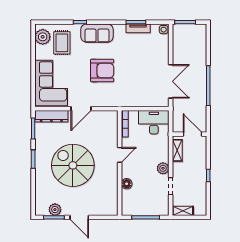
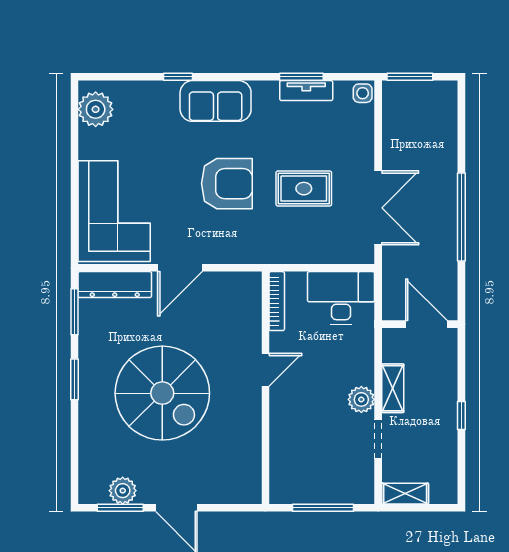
rug: (62, 43) -> (304, 189), moved, turned 90
shelving: (177, 150) -> (393, 388), moved
spiral stairs: (73, 165) -> (162, 393), turned 180
floor lamp: (127, 184) -> (281, 434), removed

